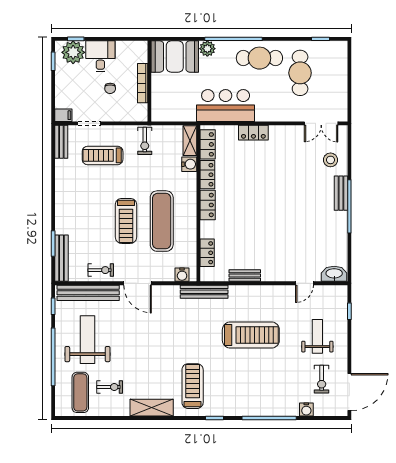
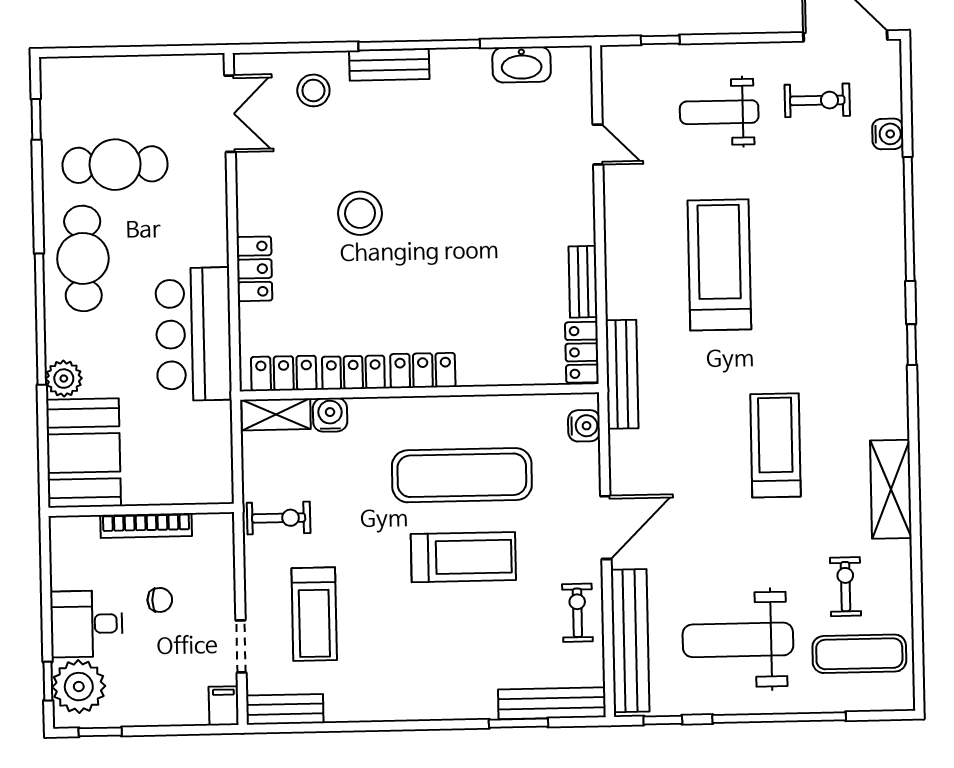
stool: (277, 179) -> (360, 213), added
locker: (207, 253) -> (582, 352), moved, turned -90
washbasin: (334, 274) -> (522, 65), moved, turned -90
treadmill: (193, 386) -> (775, 445), moved, turned 90

